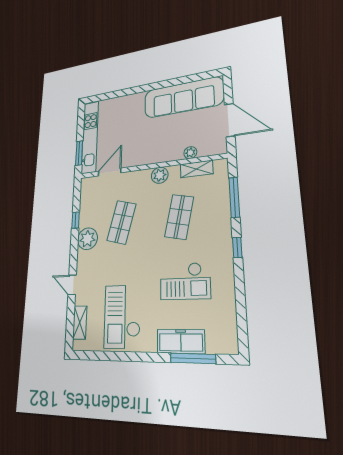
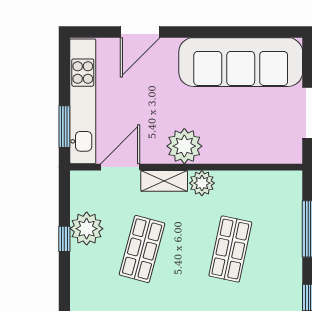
door: (123, 93) -> (140, 32), added
plant: (190, 153) -> (184, 146), moved, width x1.88, depth x1.88
shelving: (197, 169) -> (164, 181), moved
plant: (87, 239) -> (87, 229), moved

